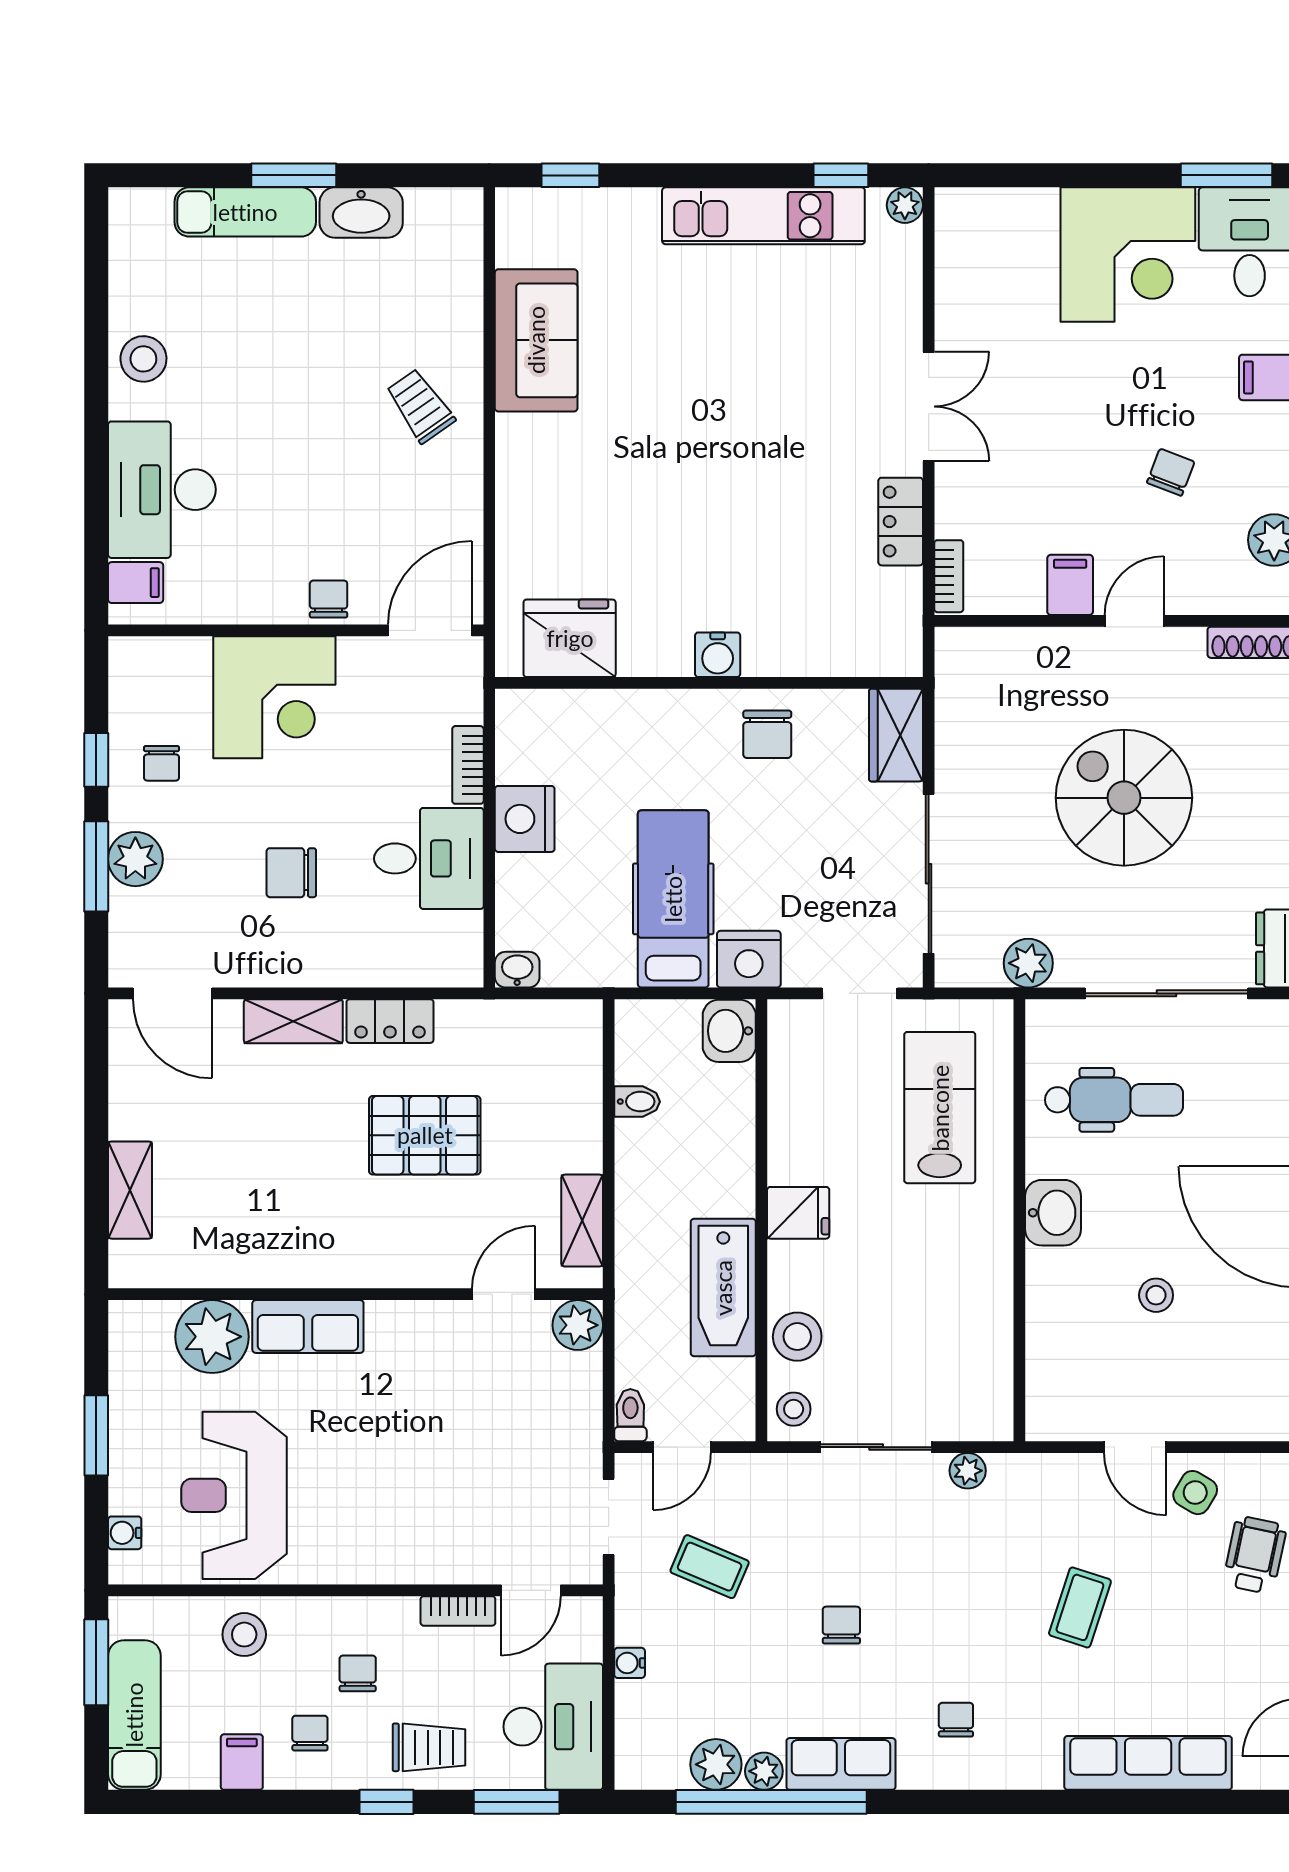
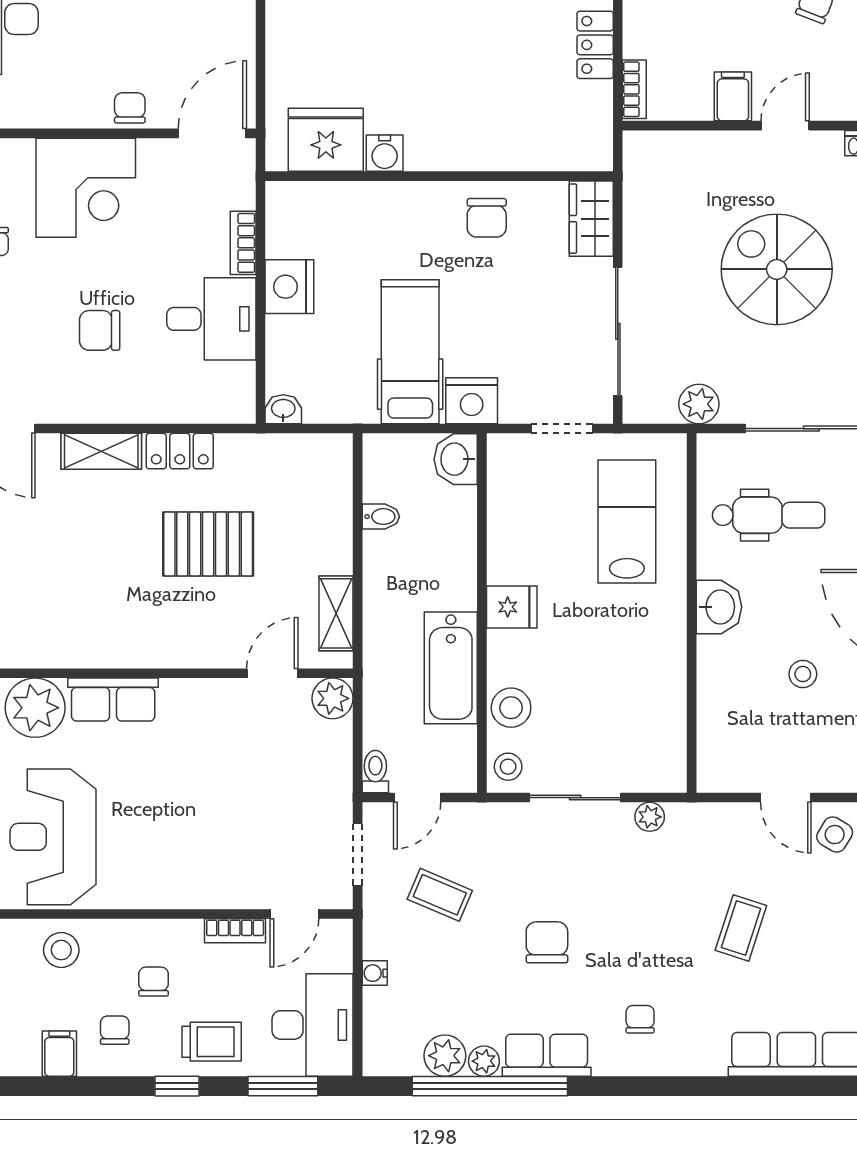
water cooler: (718, 655) -> (385, 153), moved
chair: (841, 1625) -> (547, 942), width x1.37, depth x1.37

